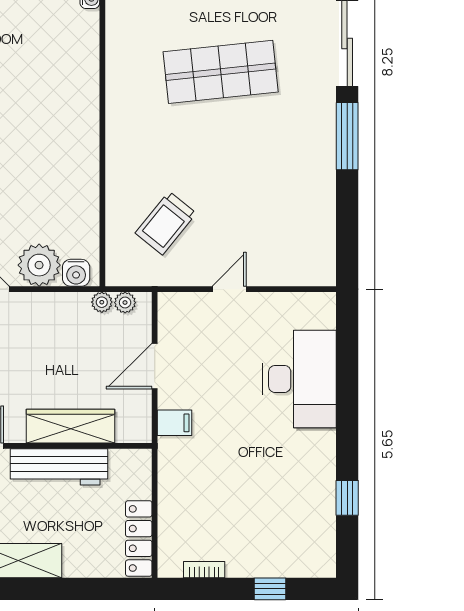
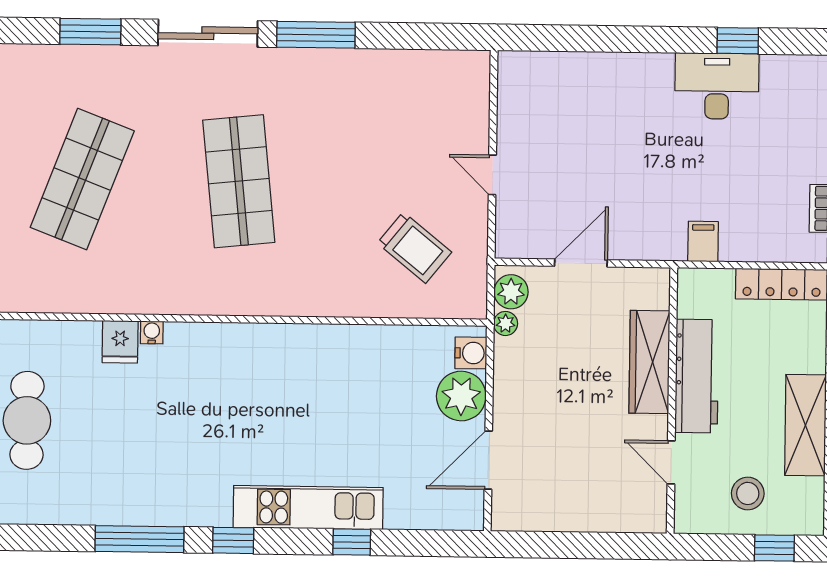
plant: (125, 303) -> (511, 292), width x1.38, depth x1.38
door: (155, 366) -> (581, 263), swing flipped
desk: (299, 379) -> (717, 86), moved, width x0.73, depth x0.77
filing cabinet: (174, 423) -> (703, 241), moved

